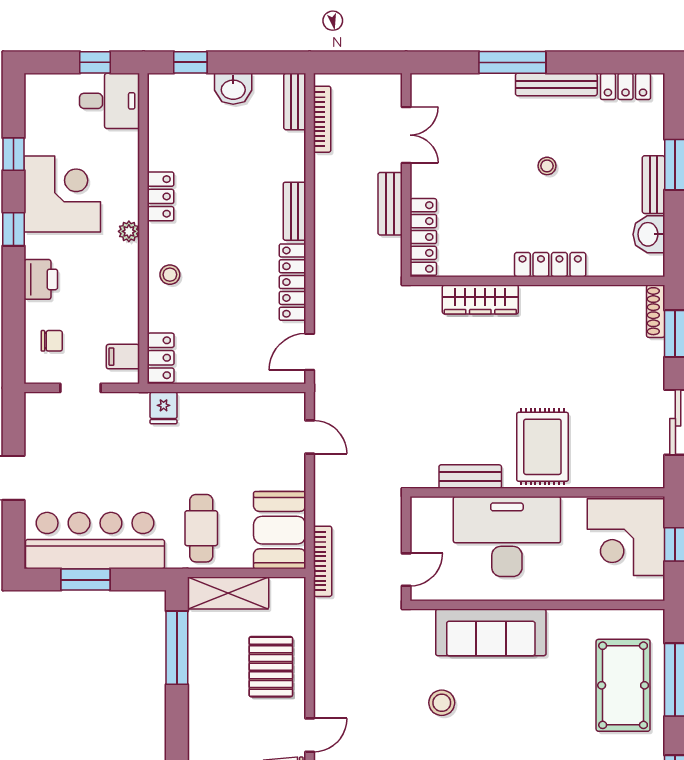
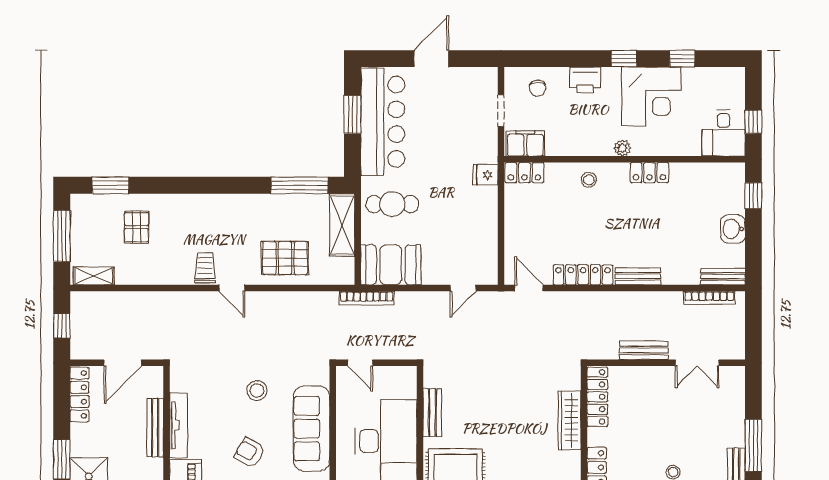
locker: (423, 237) -> (597, 397), moved, turned -90
filing cabinet: (123, 357) -> (525, 143), width x2.00
armchair: (522, 712) -> (250, 453), added

